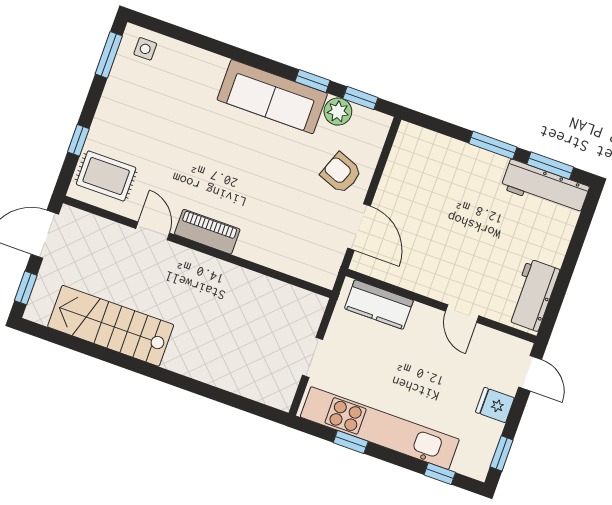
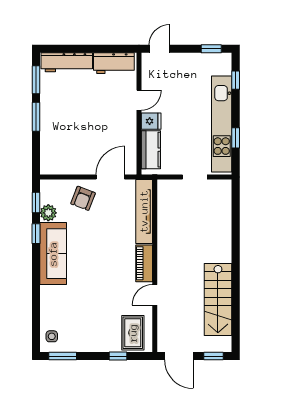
workbench: (545, 187) -> (67, 62), moved, turned 90
tv unit: (287, 260) -> (144, 211), added
fridge: (495, 405) -> (151, 121), moved, turned -90

